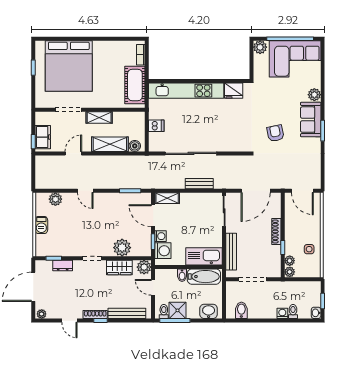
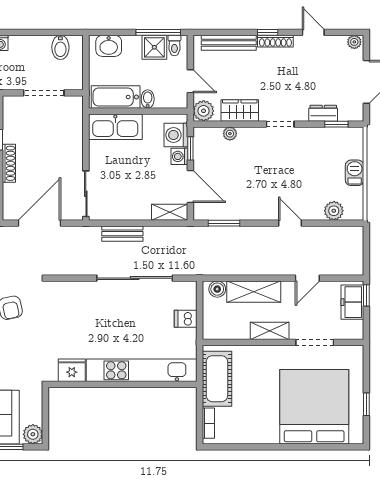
plant: (122, 248) -> (230, 134), width x0.53, depth x0.53
bench: (231, 252) -> (75, 134), removed

